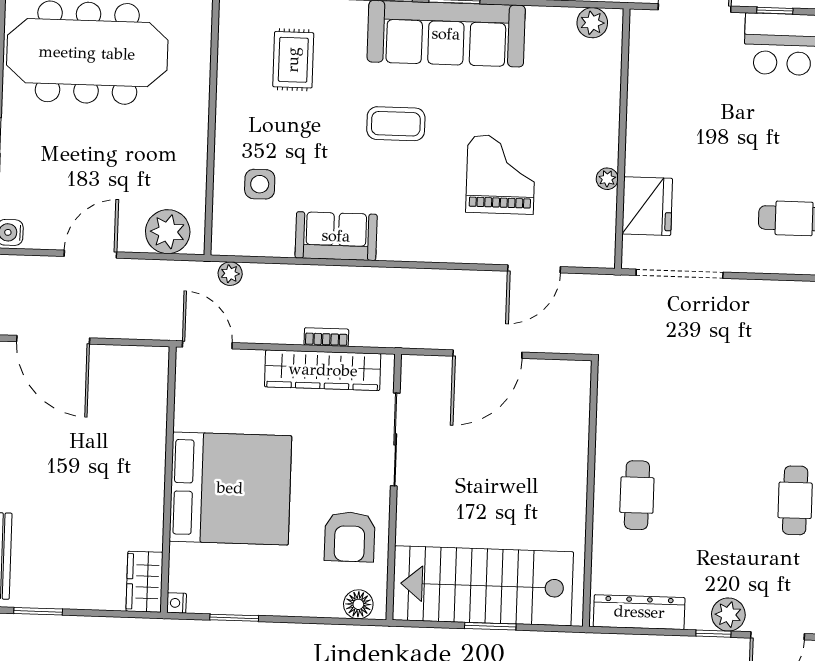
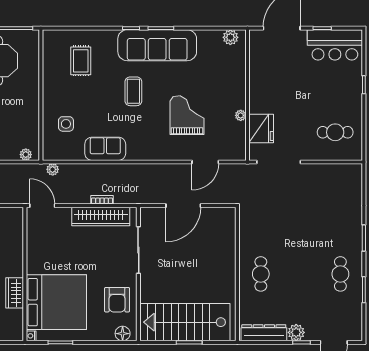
coffee table: (396, 124) -> (133, 91), turned 90
plant: (168, 232) -> (26, 155), width x0.53, depth x0.53
bed: (230, 488) -> (56, 302), moved
wardrobe: (144, 582) -> (15, 293), moved
plant: (728, 615) -> (296, 332), moved

